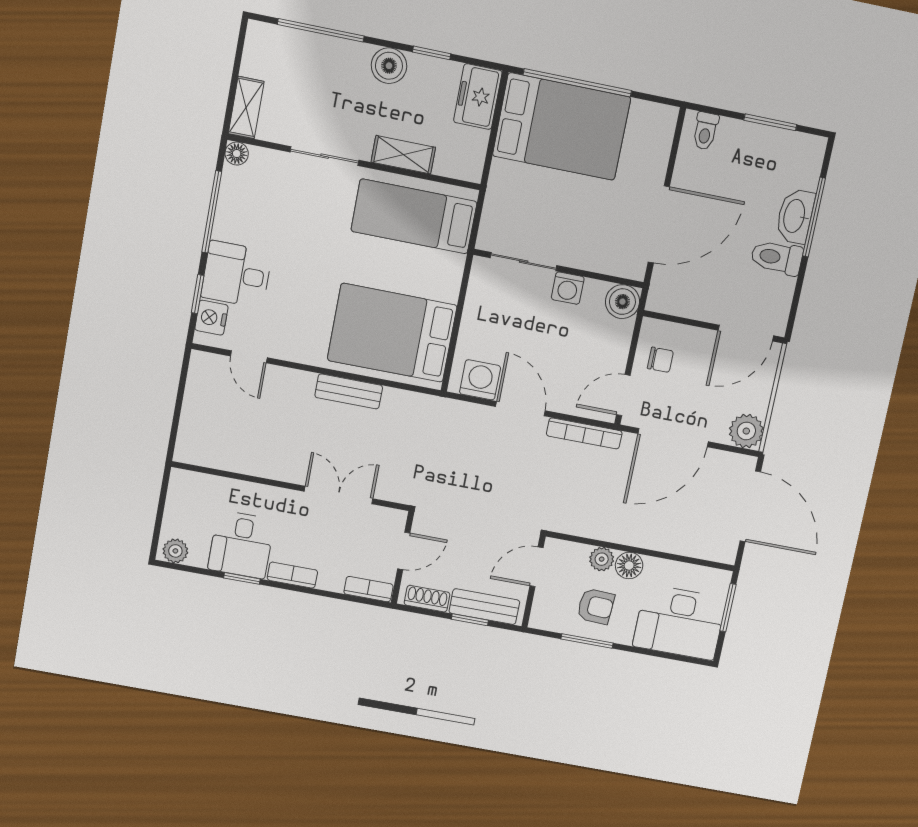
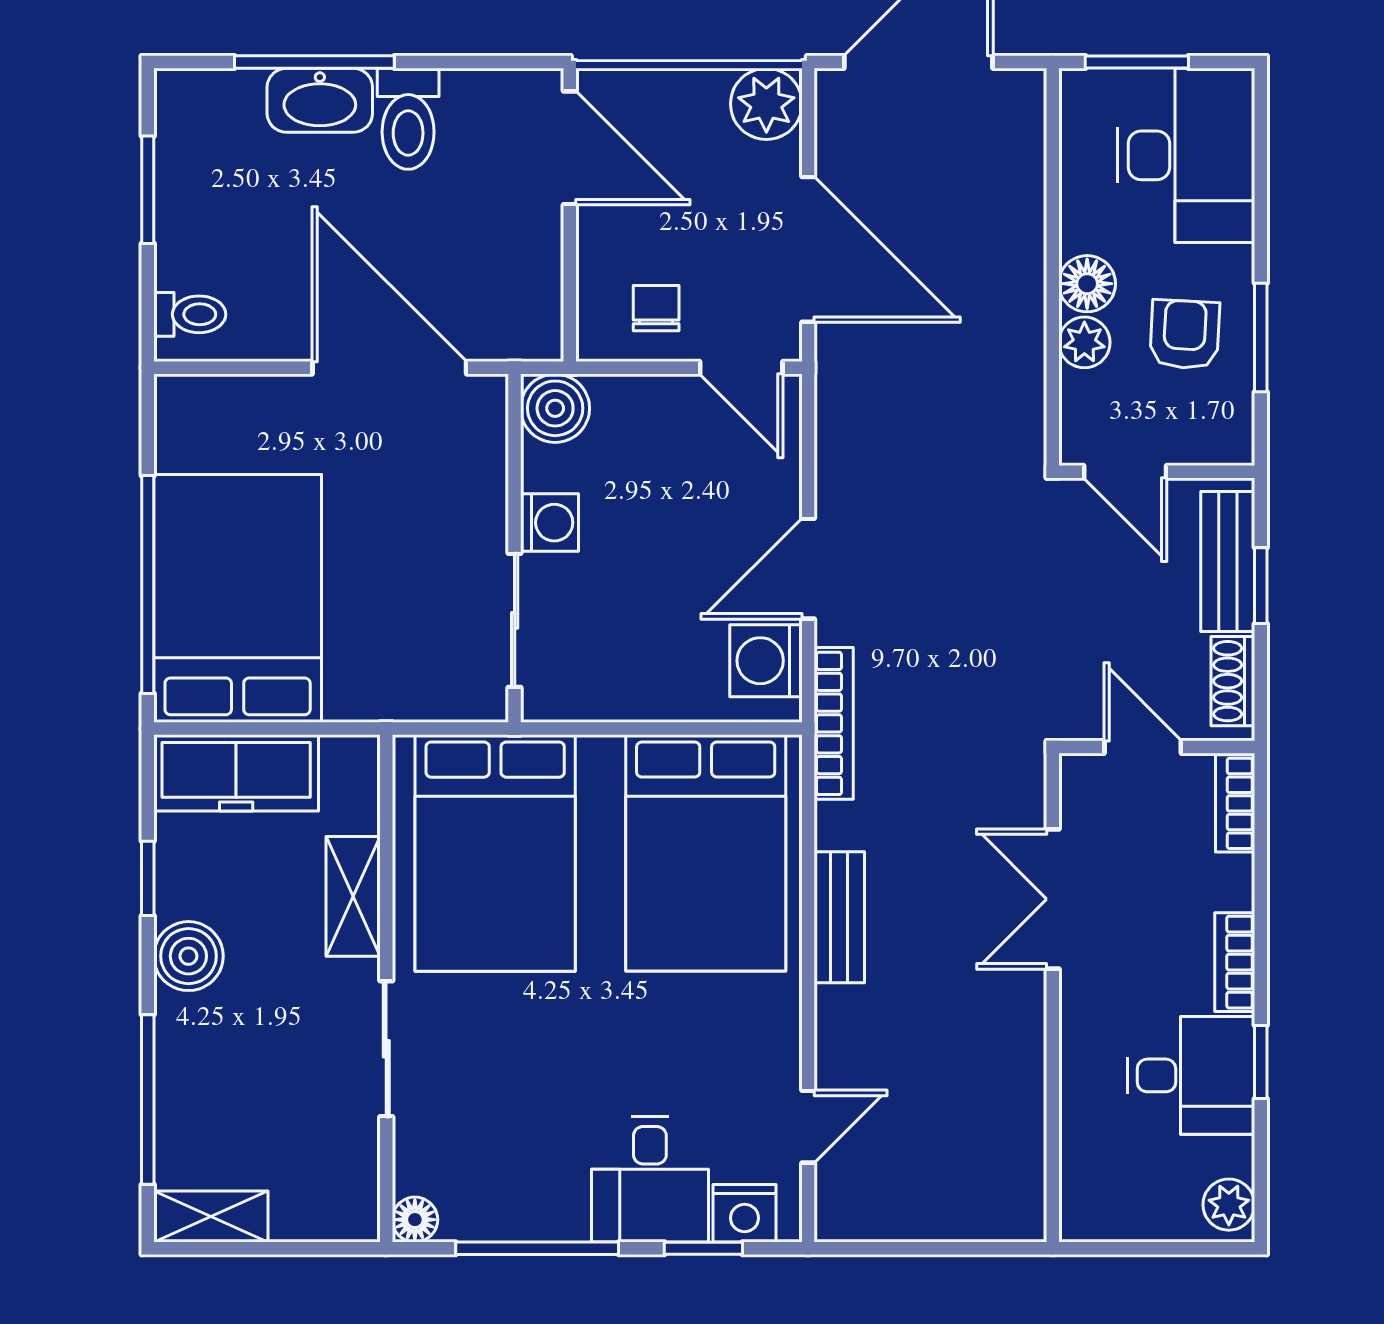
freezer: (478, 97) -> (236, 773), width x1.40
shelving: (246, 108) -> (211, 1217), moved
bed: (414, 216) -> (495, 853), width x1.50
bookcase: (584, 433) -> (834, 723), moved

